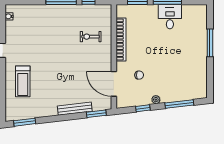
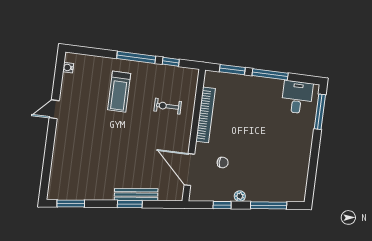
desk: (170, 17) -> (297, 97), moved
window: (210, 43) -> (320, 112), moved
treadmill: (23, 81) -> (119, 92), moved
window: (96, 114) -> (130, 204), moved

